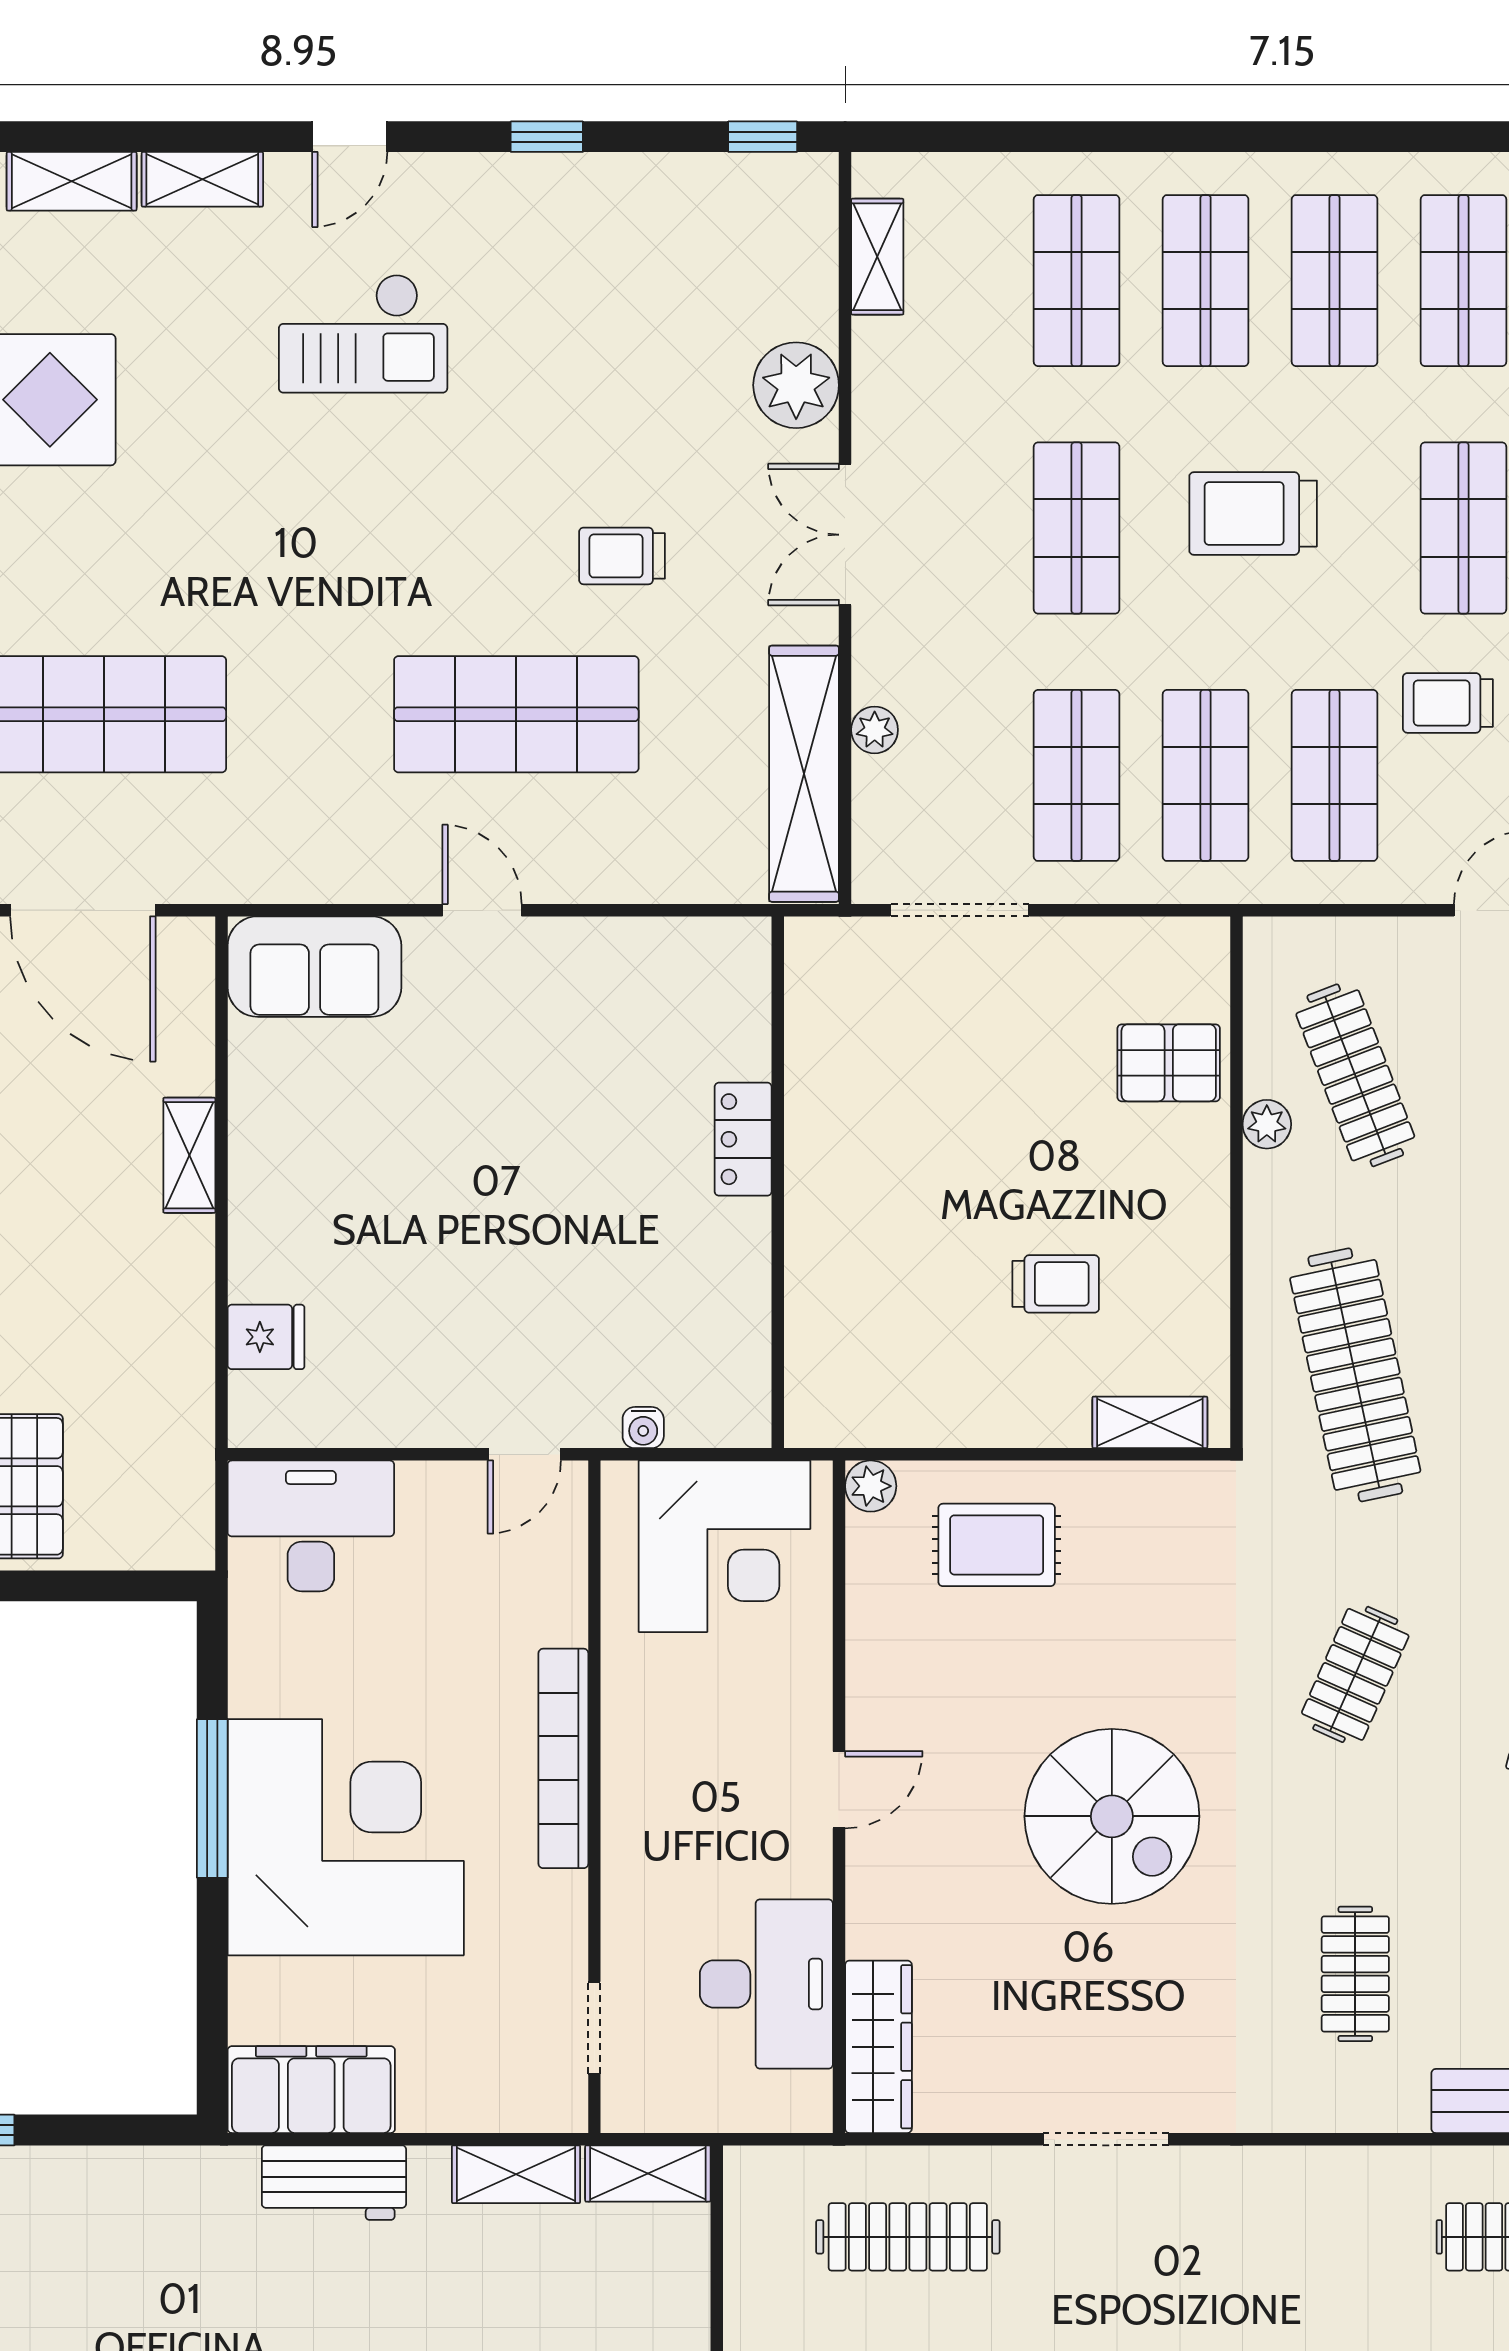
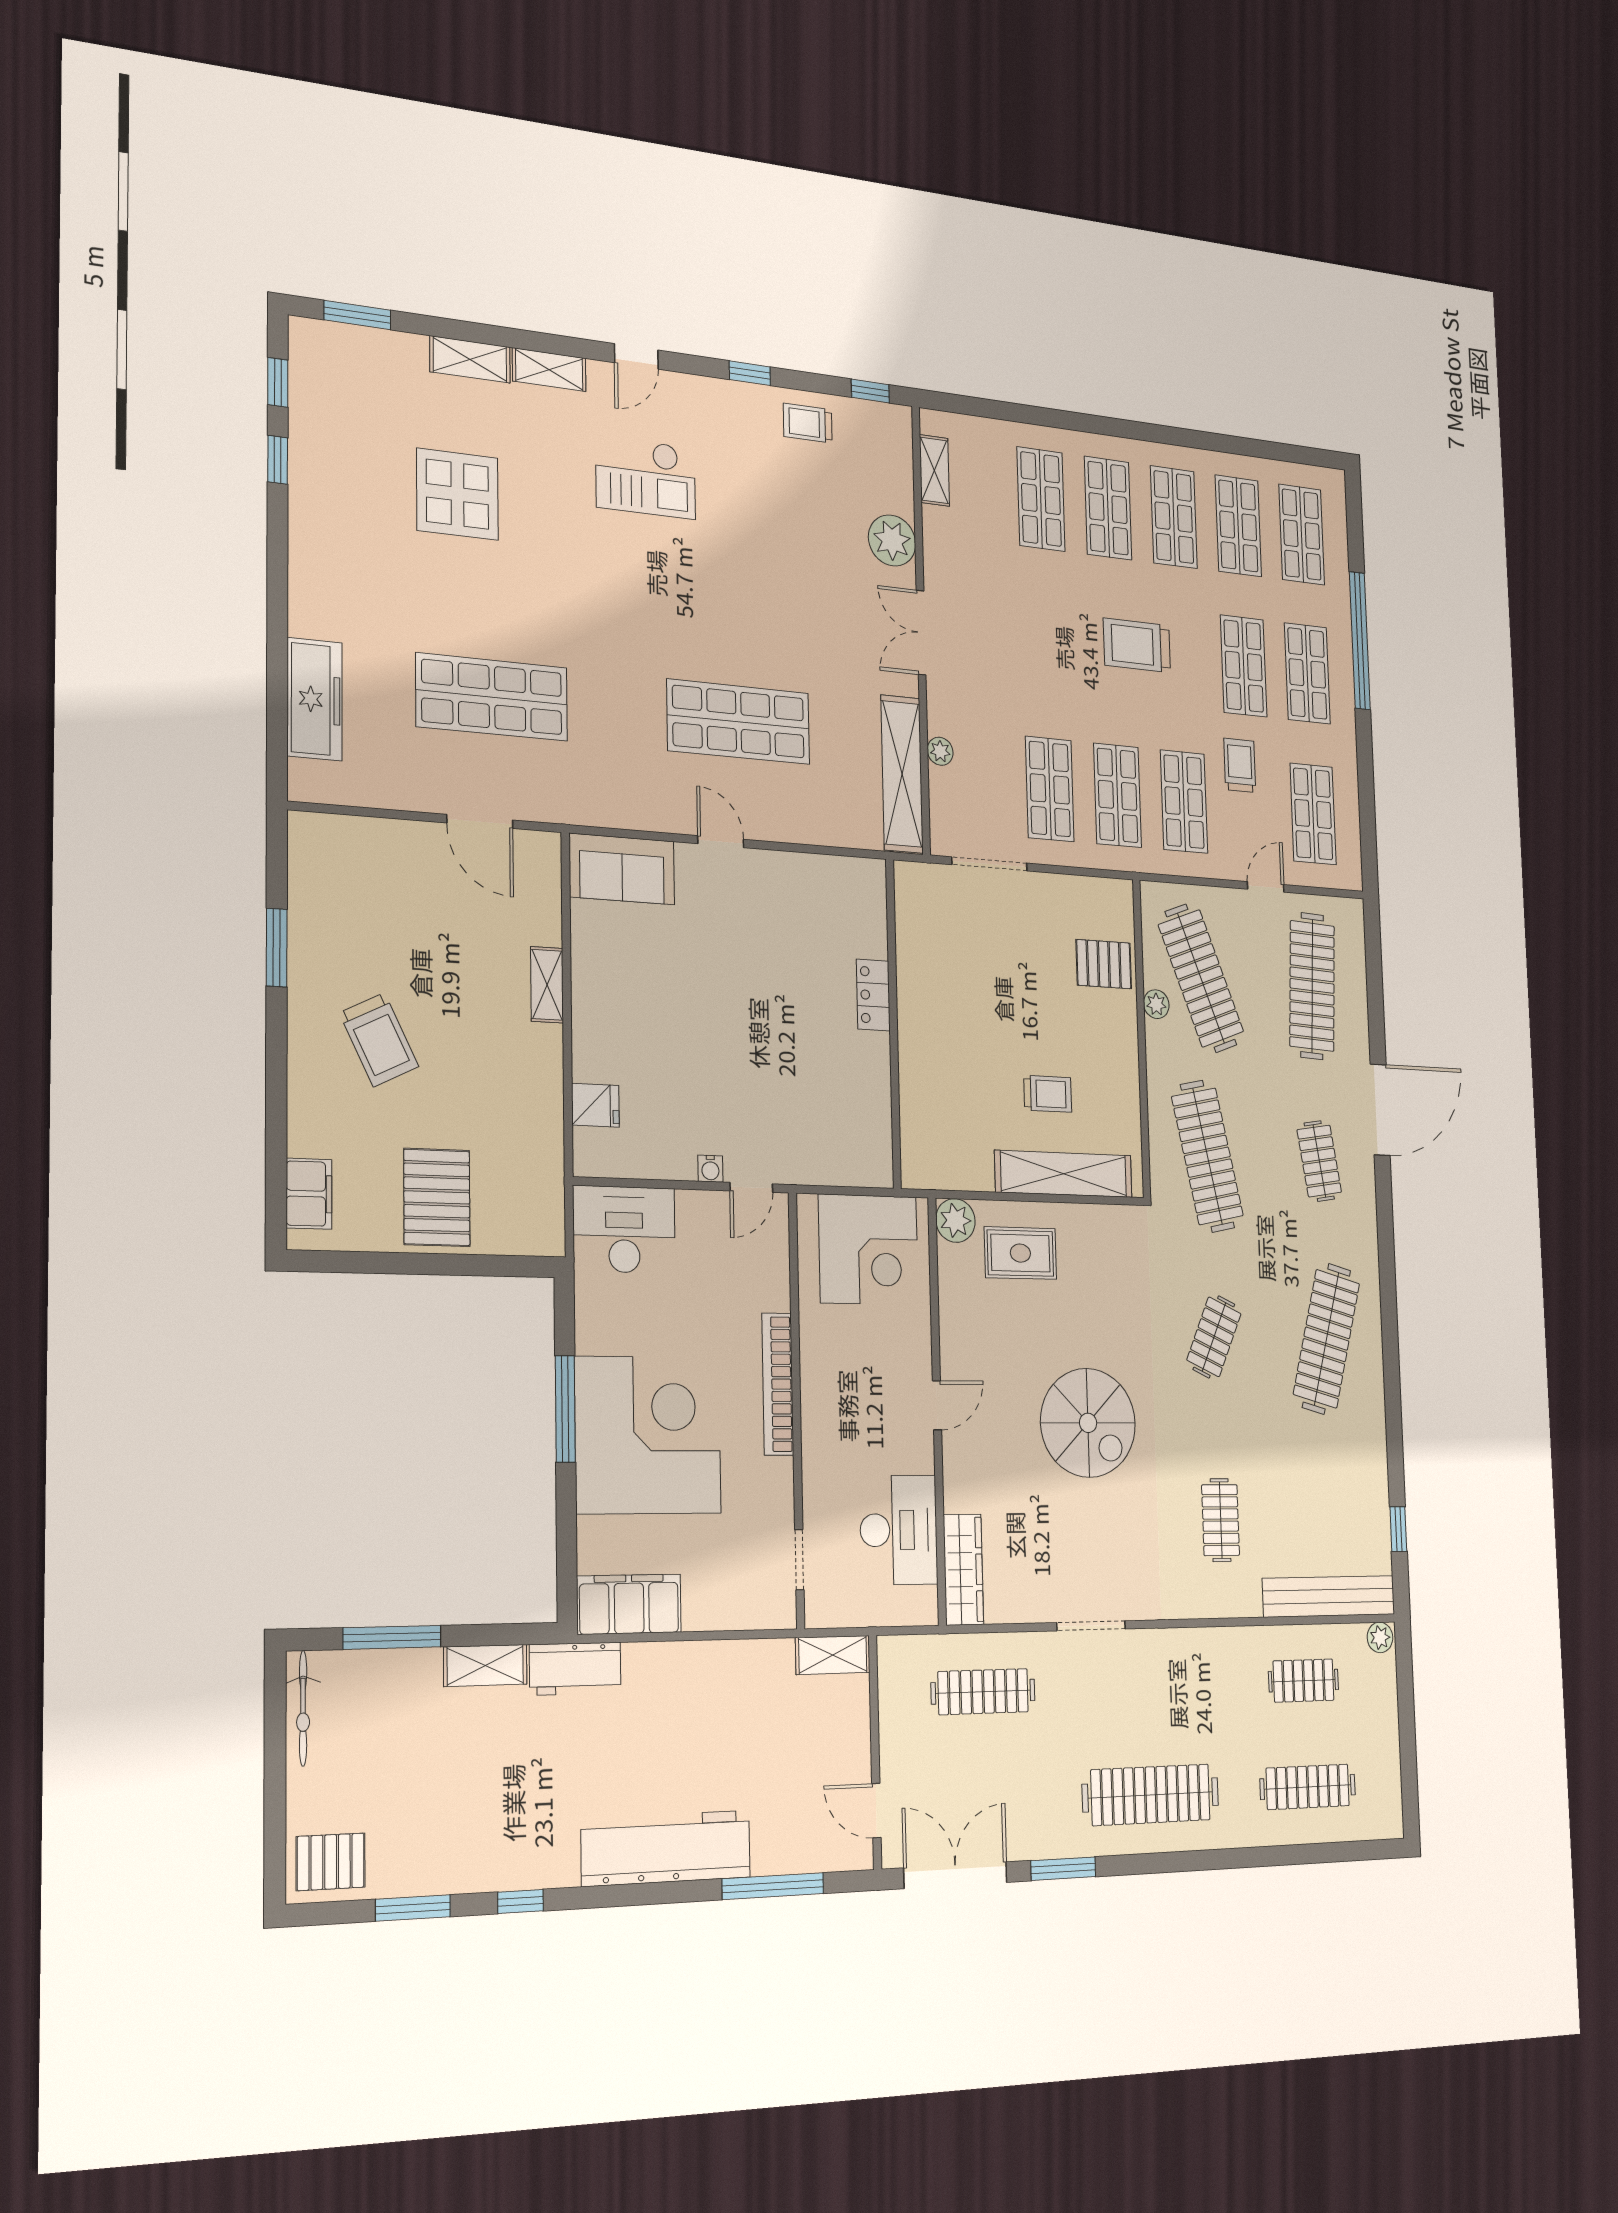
shop shelf: (1077, 528) -> (1045, 643), removed
trolley: (622, 556) -> (808, 423), moved
trolley: (1448, 703) -> (1240, 765), turned 90
door: (83, 910) -> (480, 821), width x0.73
clothes rail: (1355, 1075) -> (1201, 978), width x1.37, depth x1.31
shelving: (1150, 1422) -> (1064, 1174), width x2.20, depth x1.33
water cooler: (643, 1428) -> (710, 1169), moved
plant: (871, 1486) -> (955, 1220), width x1.38, depth x1.38
shelving: (516, 2174) -> (485, 1666), moved
workbench: (334, 2183) -> (575, 1669), moved

